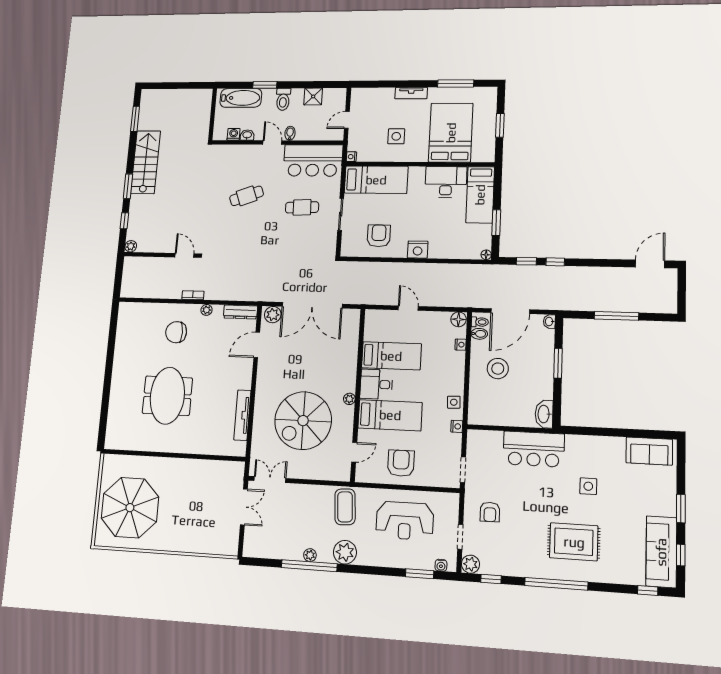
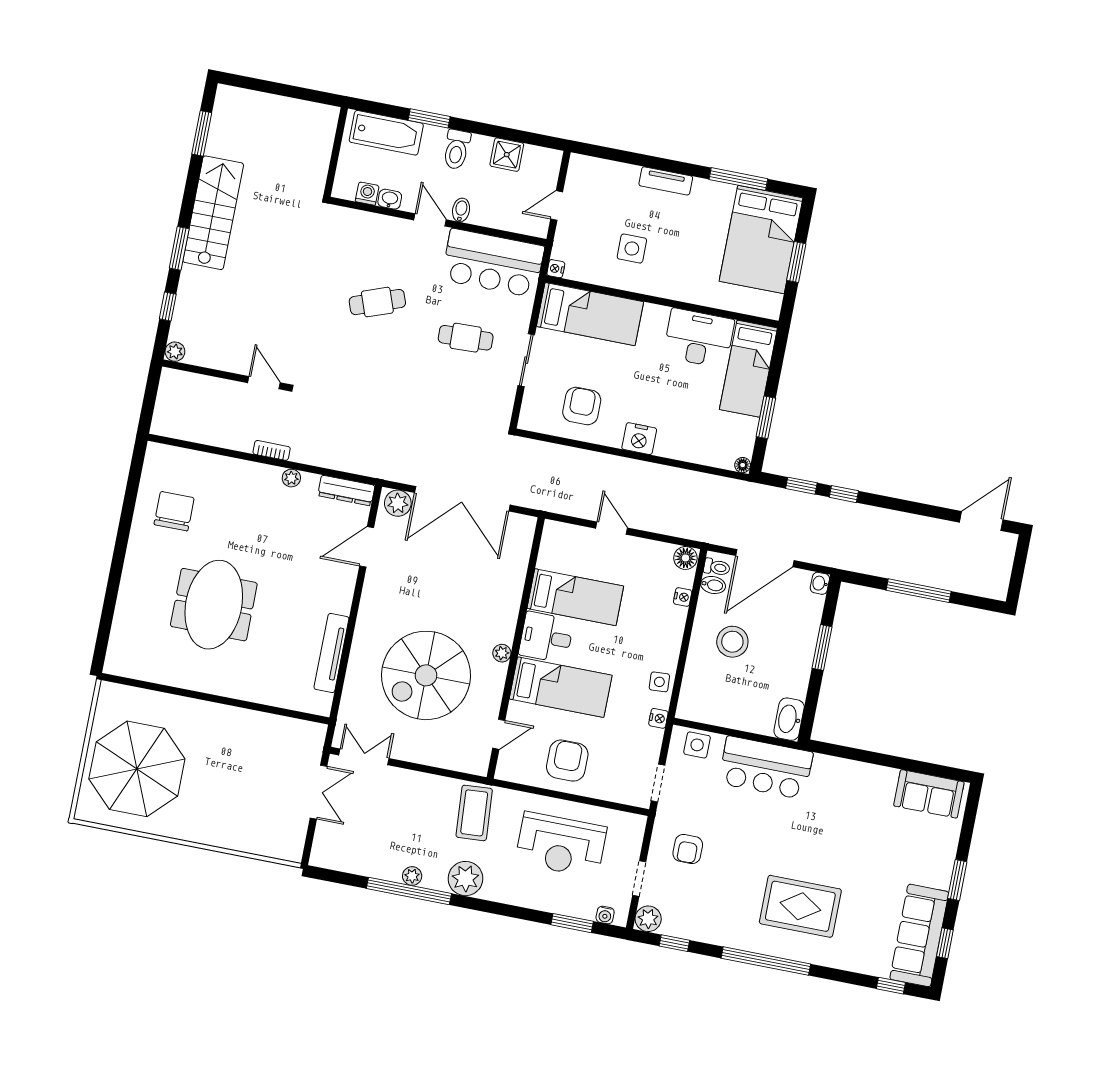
bed: (451, 133) -> (761, 240), moved, turned 180
chair: (176, 332) -> (174, 511), moved, turned 90
side table: (588, 486) -> (697, 745), moved

